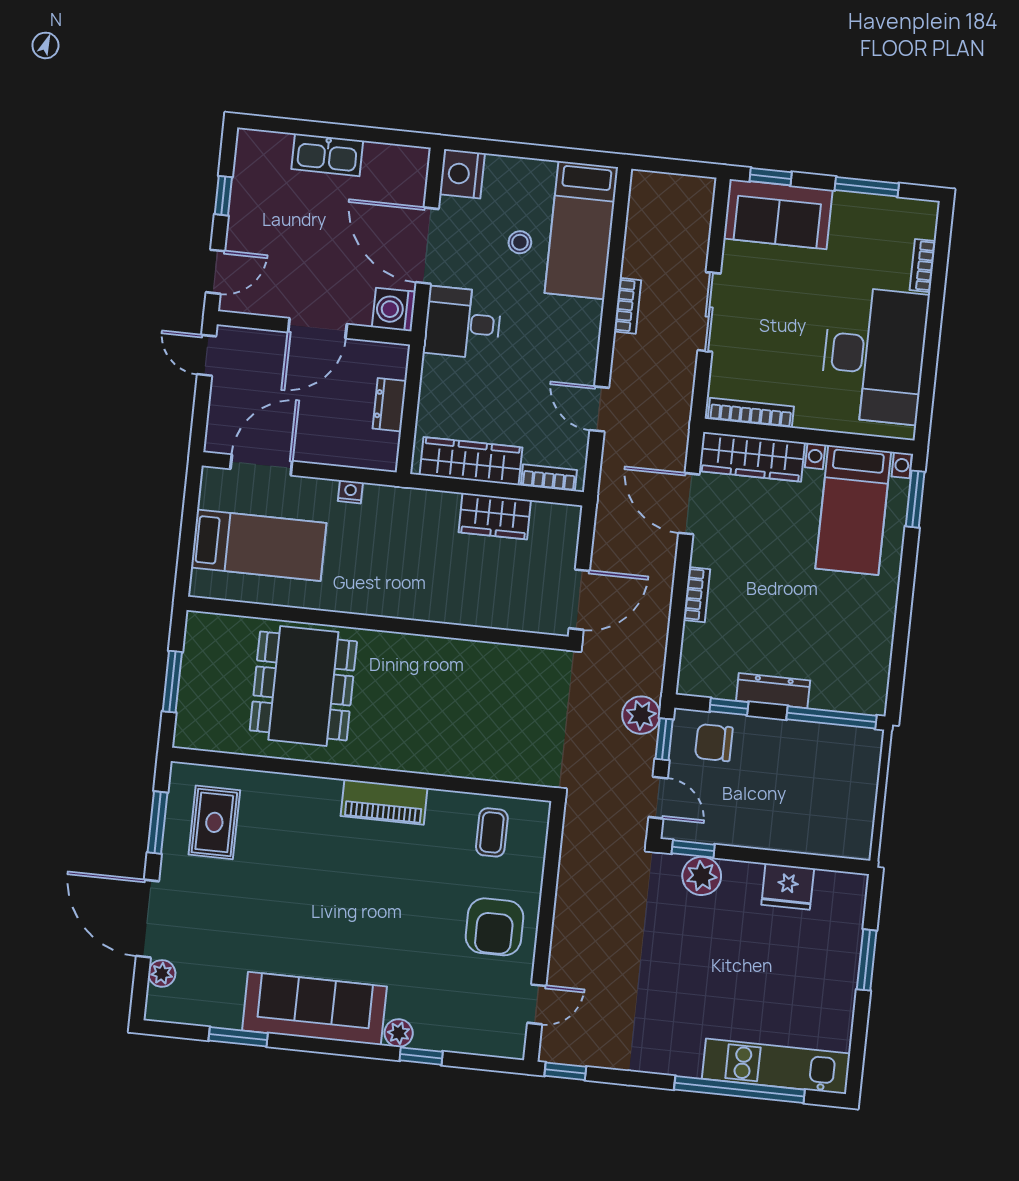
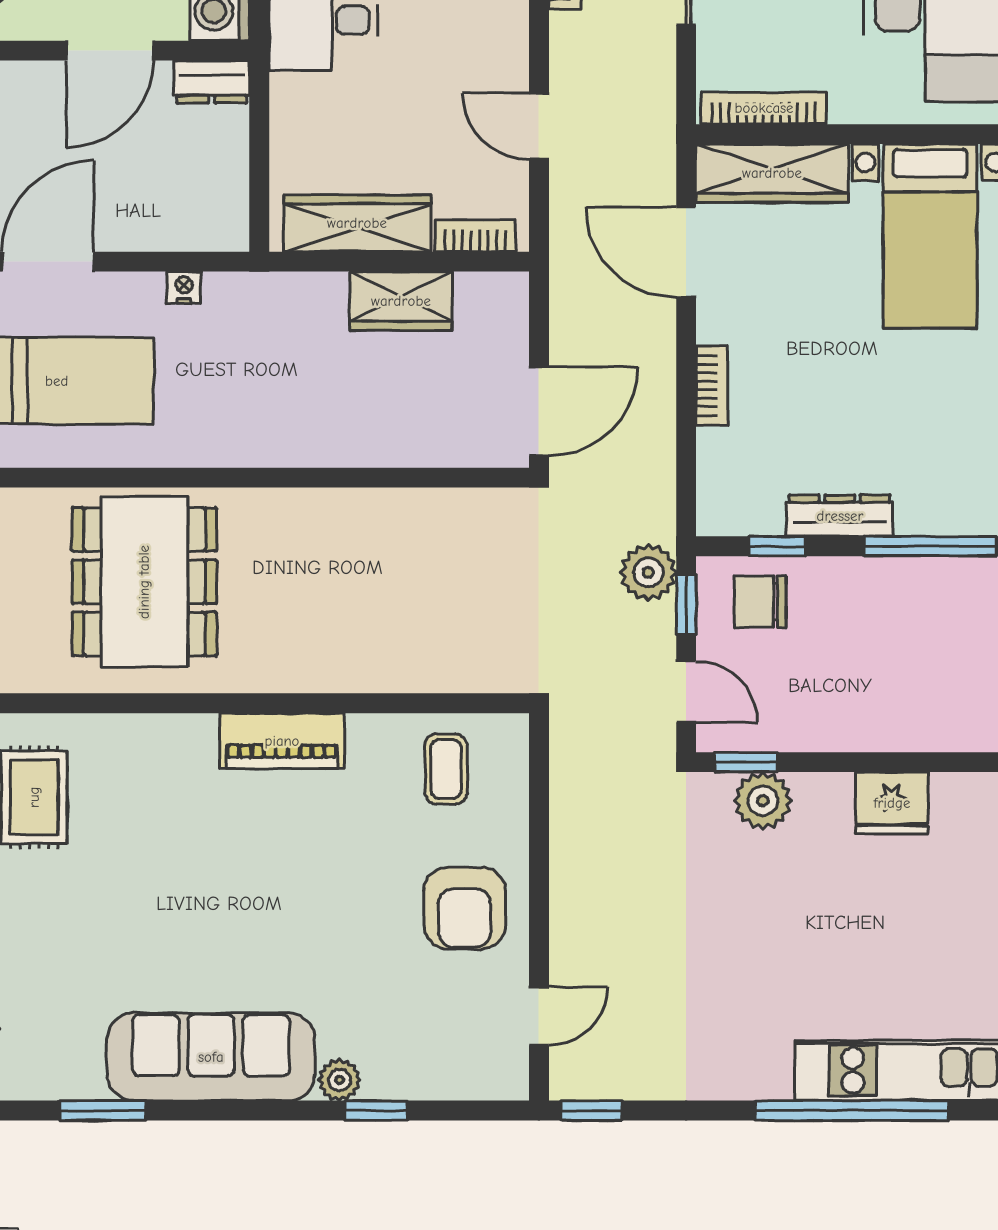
dresser: (389, 405) -> (212, 82), moved, turned -90

